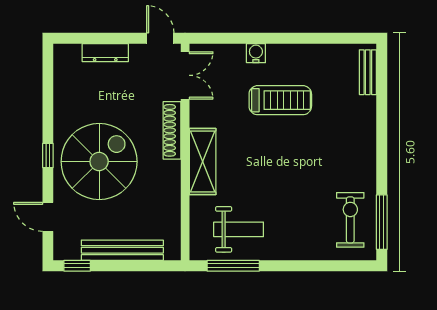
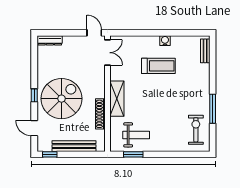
dresser: (105, 53) -> (50, 40), moved
water cooler: (256, 53) -> (165, 41), moved
shoe rack: (172, 130) -> (100, 114), moved
window: (382, 222) -> (213, 109), moved
window: (233, 266) -> (133, 154), width x0.69

